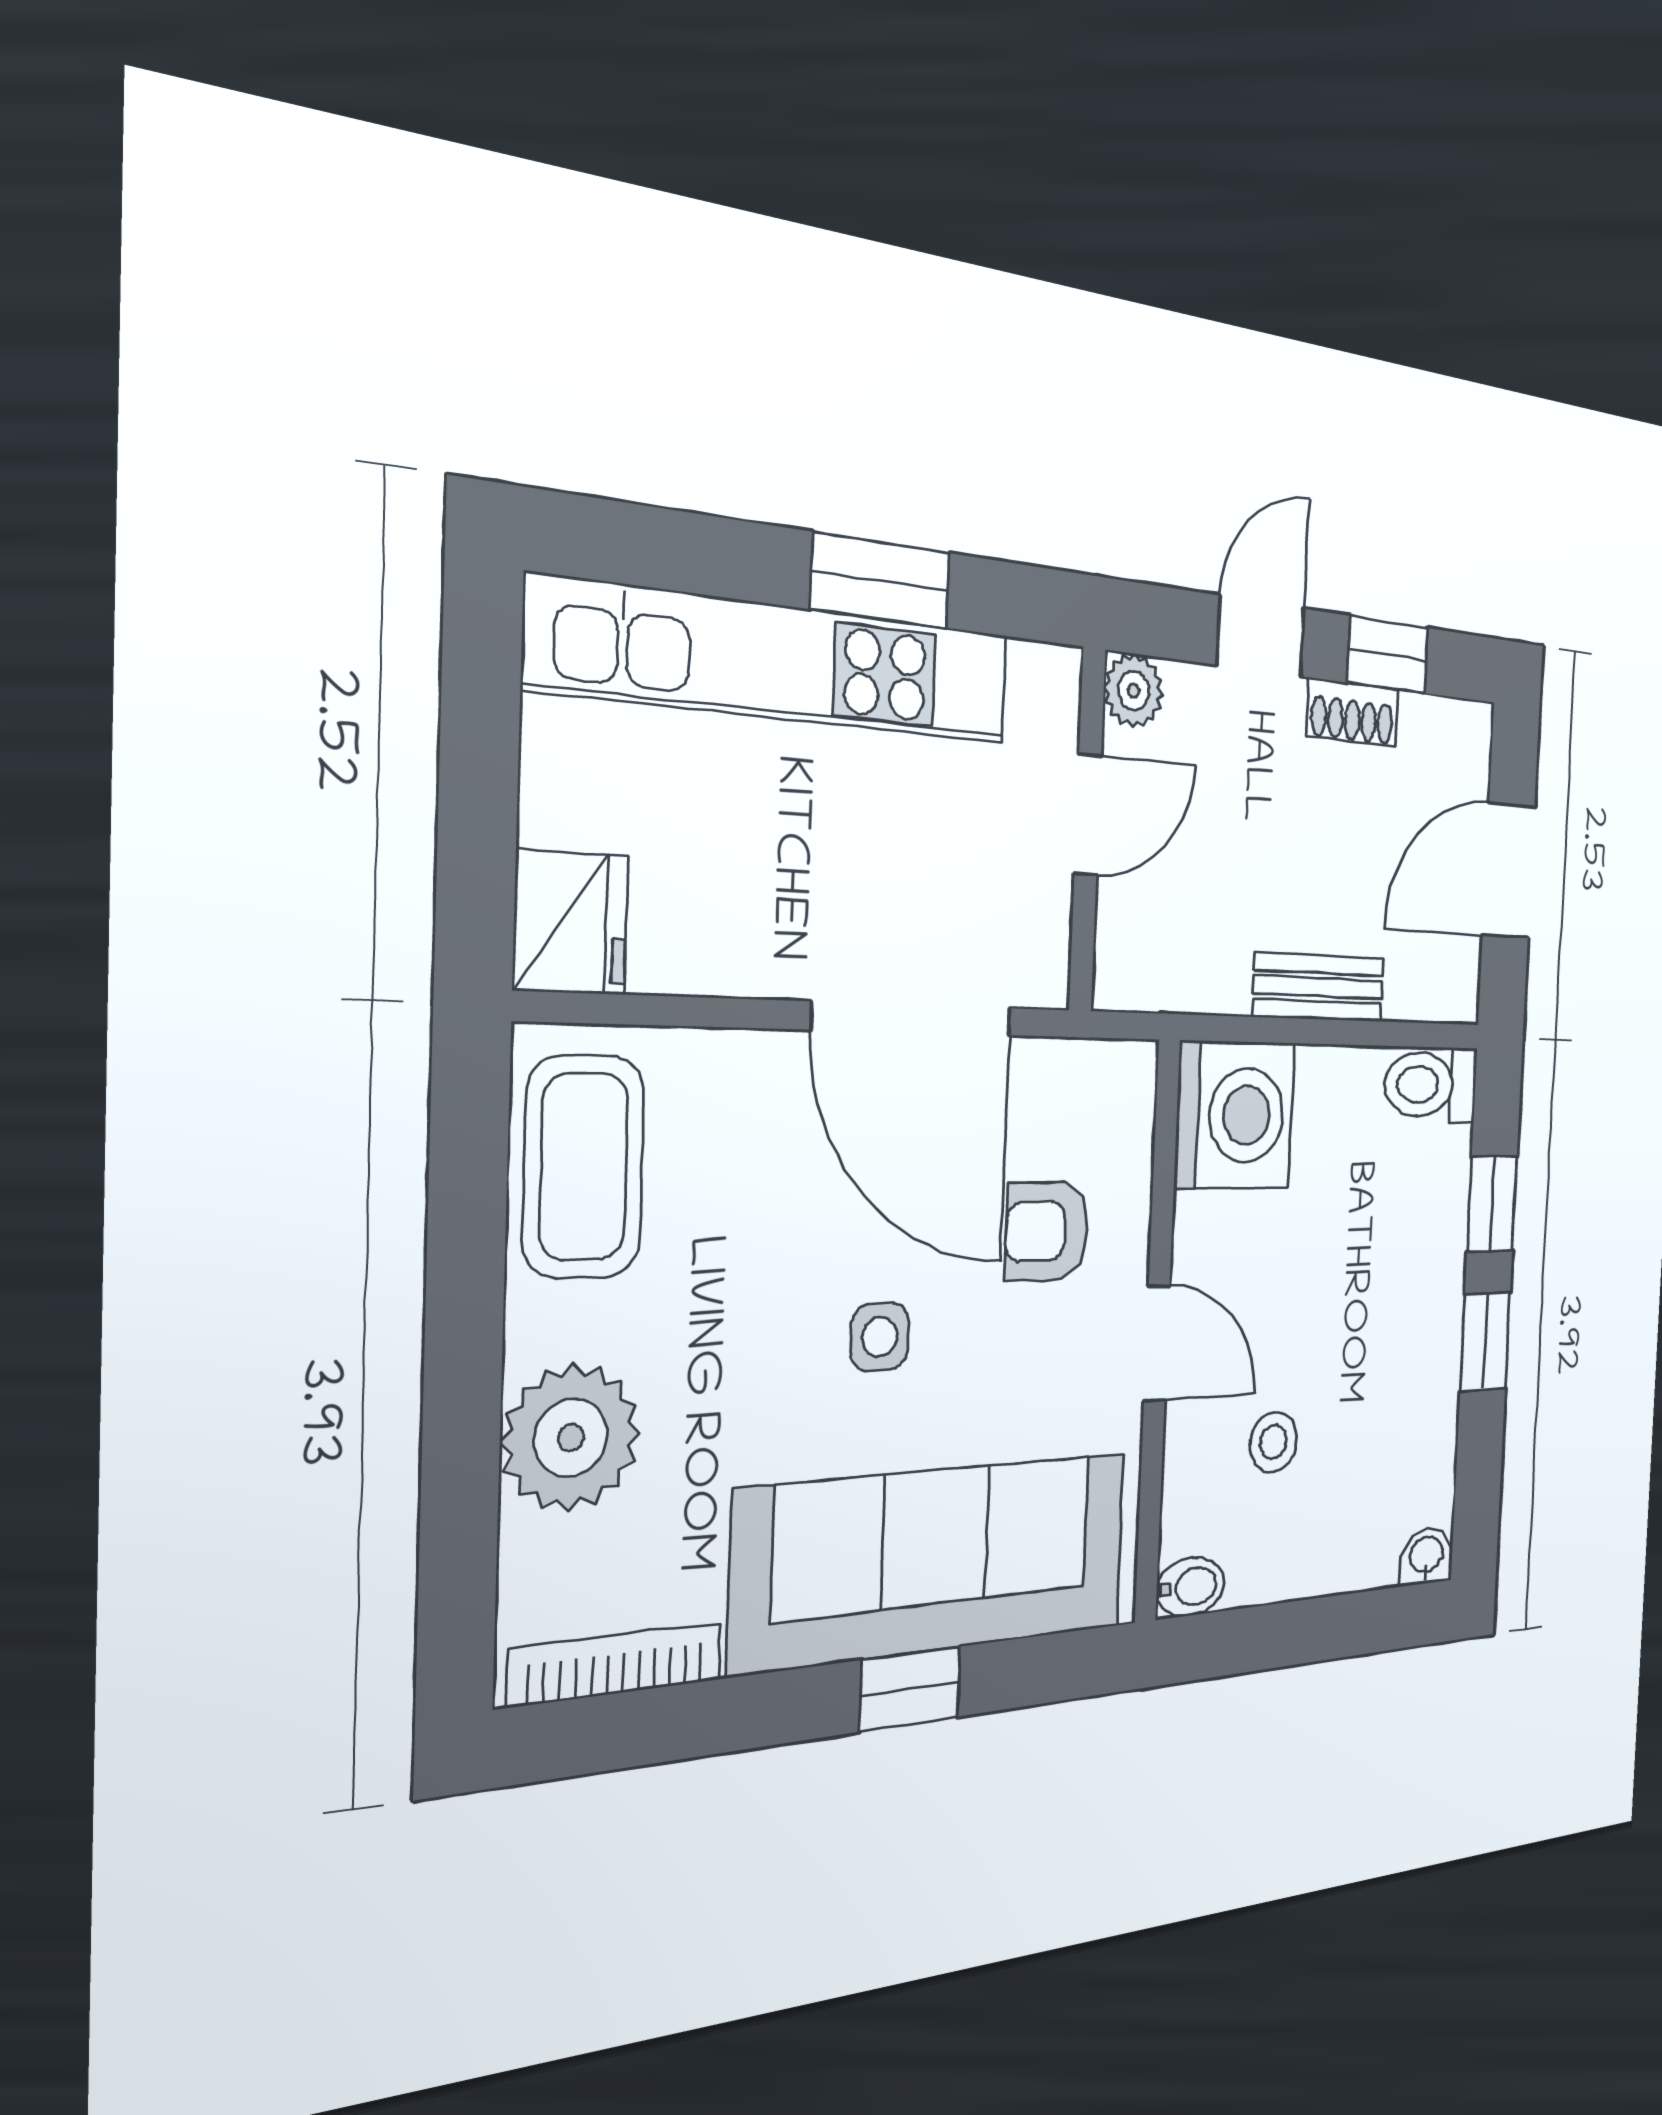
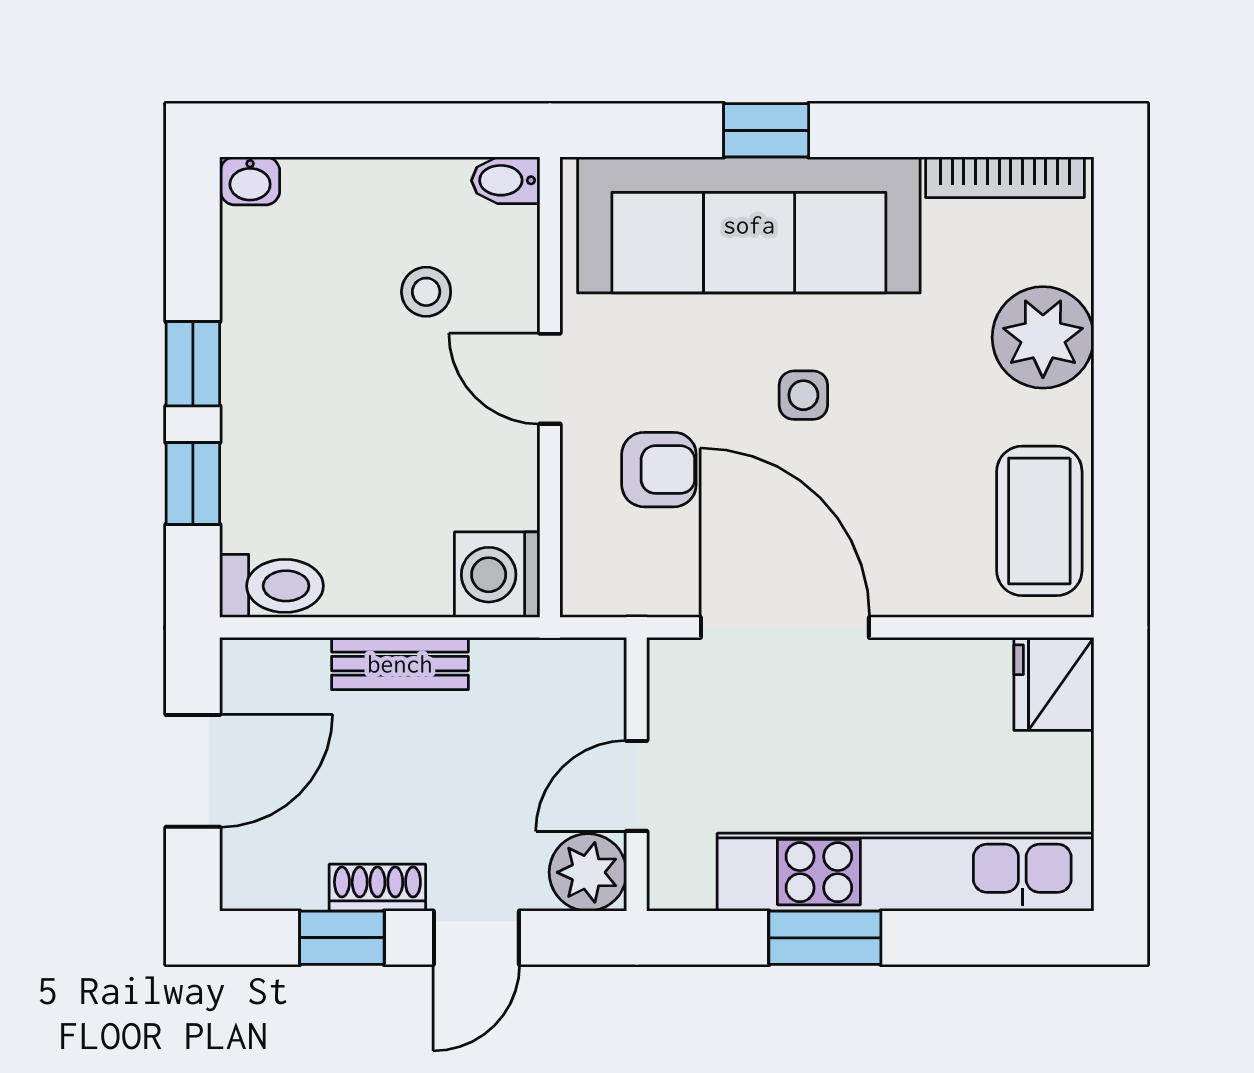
plant: (1134, 691) -> (588, 872), width x1.38, depth x1.38
washing machine: (1235, 1115) -> (497, 575), width x0.73, depth x0.73

